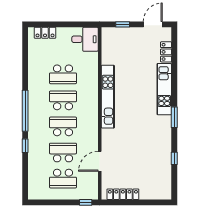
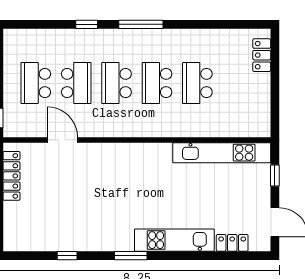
desk: (85, 39) -> (252, 117), removed
kitchen unit: (108, 97) -> (222, 153), moved
school desk: (63, 100) -> (157, 83), turned 180
window: (25, 111) -> (141, 24), width x0.68
school desk: (63, 126) -> (117, 83), turned 180

